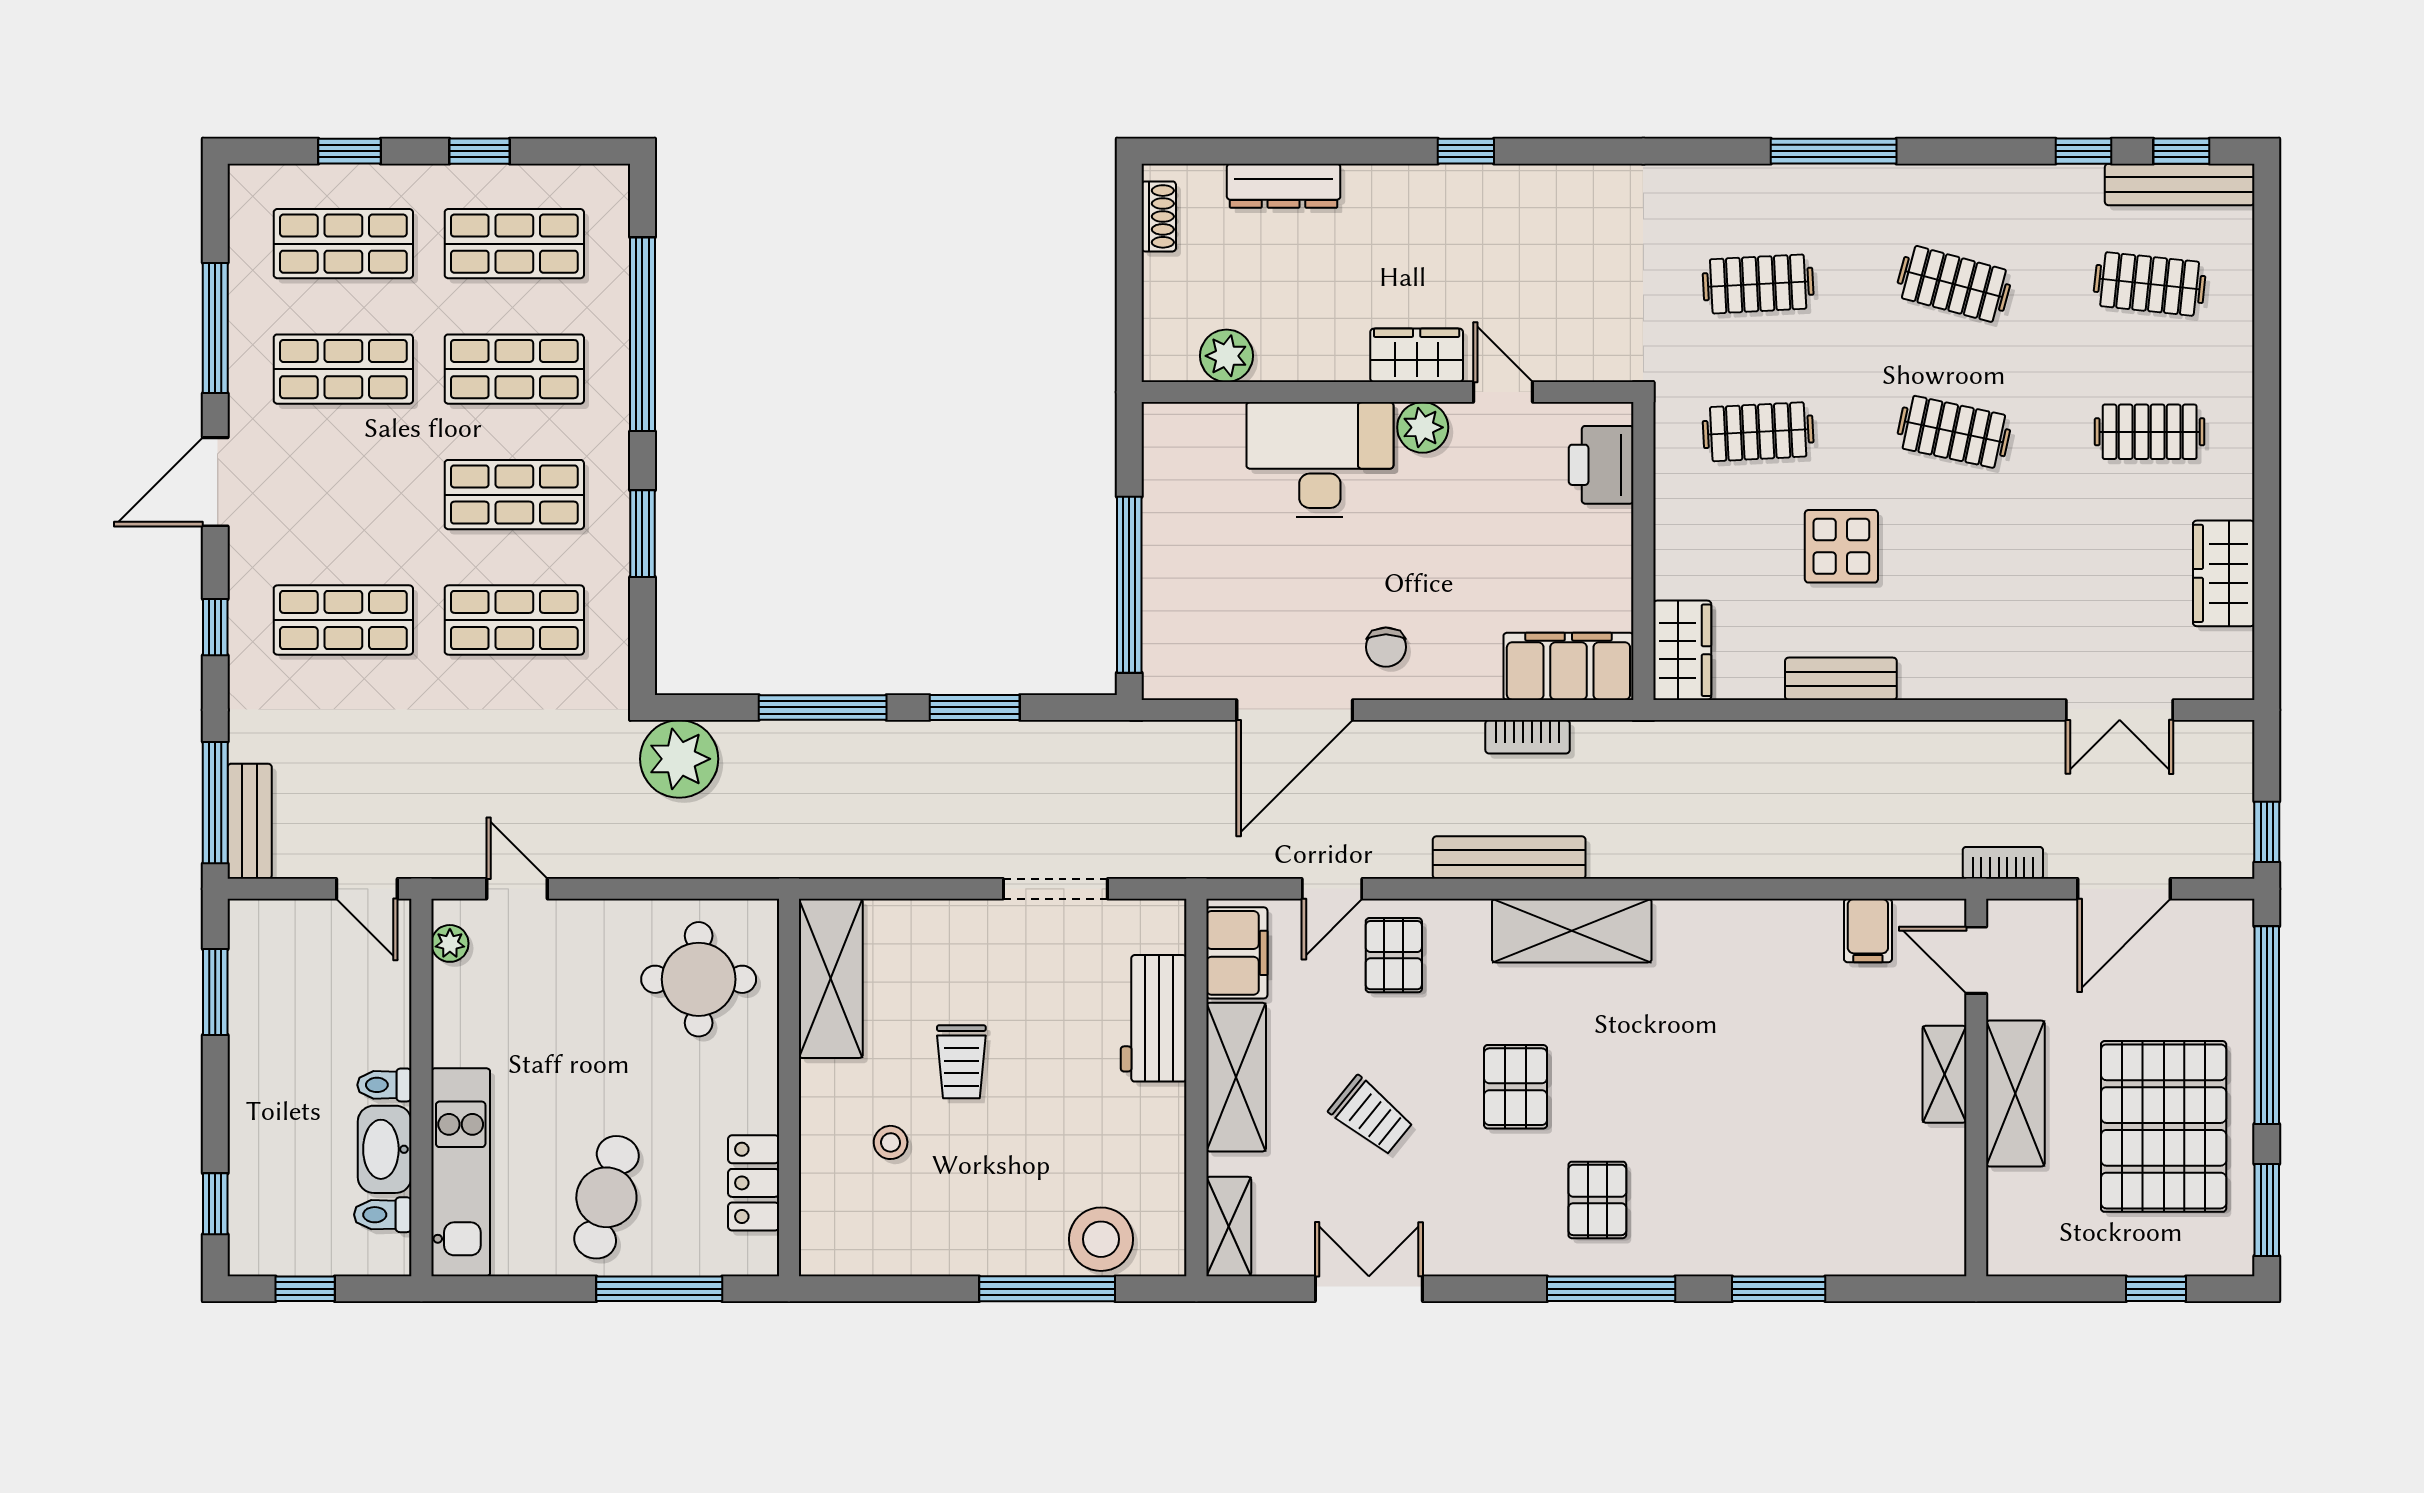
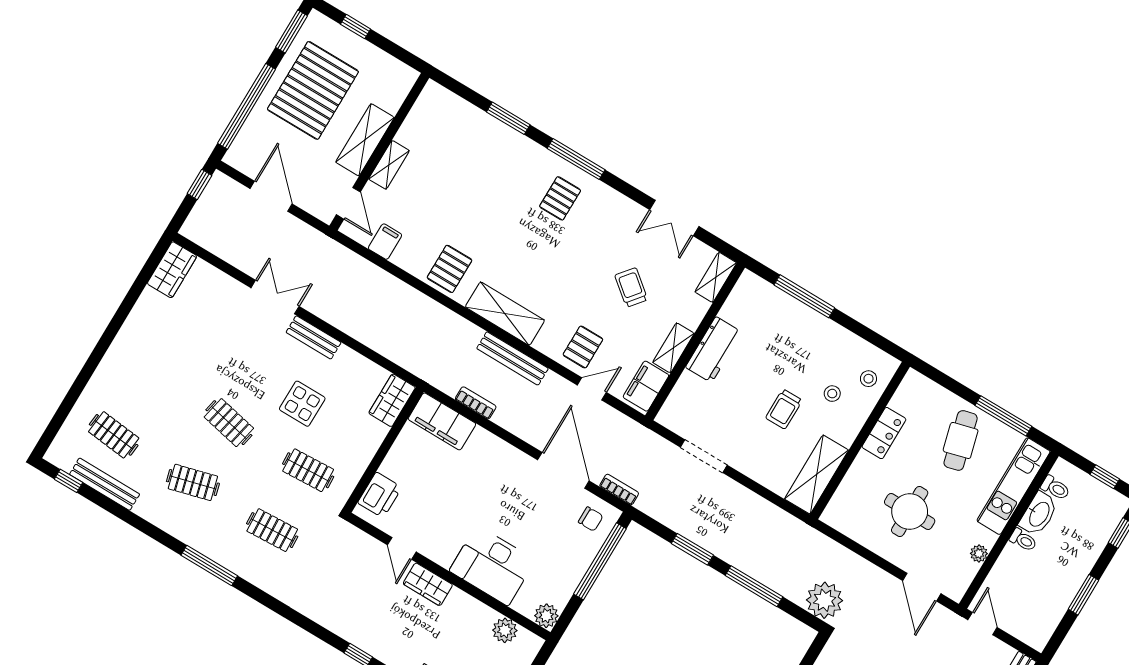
window: (2084, 151) -> (108, 505), removed
bench: (2180, 184) -> (105, 484), moved
clothes rail: (1954, 284) -> (193, 482), turned -30
plant: (1423, 427) -> (546, 616), moved
clothes rail: (2150, 432) -> (150, 375), removed
wardrobe: (2224, 573) -> (172, 270), moved
chair: (1386, 647) -> (591, 519), moved, turned 90
bench: (1841, 679) -> (314, 337), moved
door: (1295, 710) -> (563, 470), hinge flipped
double door: (2120, 710) -> (275, 297), moved
bookcase: (2003, 863) -> (619, 490), moved, turned 180
door: (517, 889) -> (922, 587), width x1.38
door: (2124, 889) -> (271, 196), hinge flipped
plant: (450, 943) -> (979, 554), moved
round table: (699, 979) -> (910, 512), moved
window: (215, 992) -> (1084, 595), moved
workbench: (1154, 1018) -> (714, 350), moved
trolley: (961, 1062) -> (784, 409), turned 180
shelving: (1236, 1077) -> (673, 348), width x0.67, depth x0.75
pallet: (1516, 1087) -> (449, 269), moved
locker: (754, 1183) -> (884, 433), moved
cafe table: (606, 1197) -> (961, 440), turned -30
stool: (1101, 1239) -> (868, 379), moved, width x0.53, depth x0.53
window: (659, 1289) -> (1003, 416), moved

